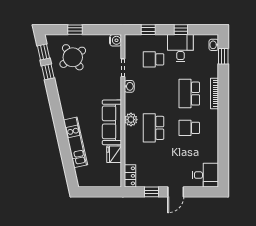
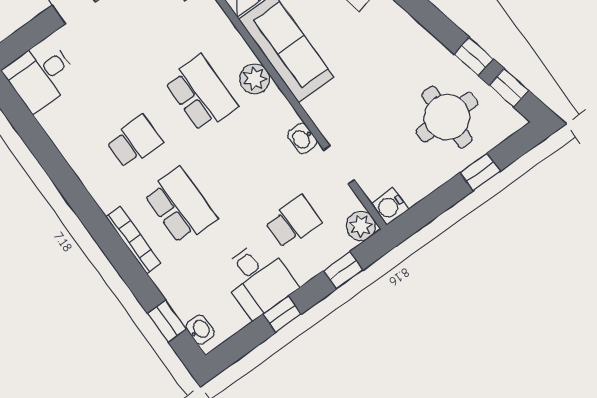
plant: (131, 41) -> (361, 226), added
round table: (73, 57) -> (447, 117), turned 36

